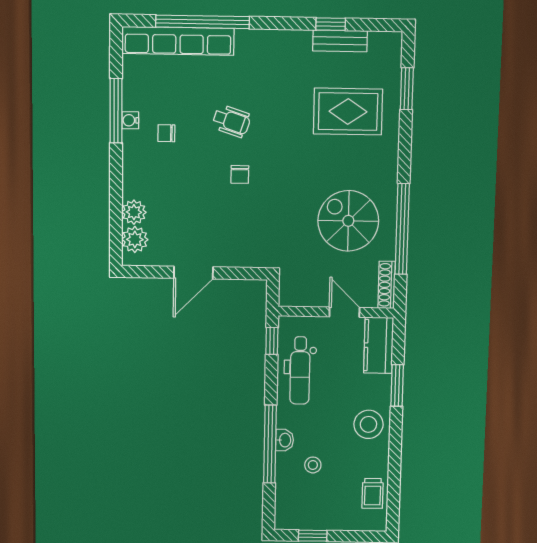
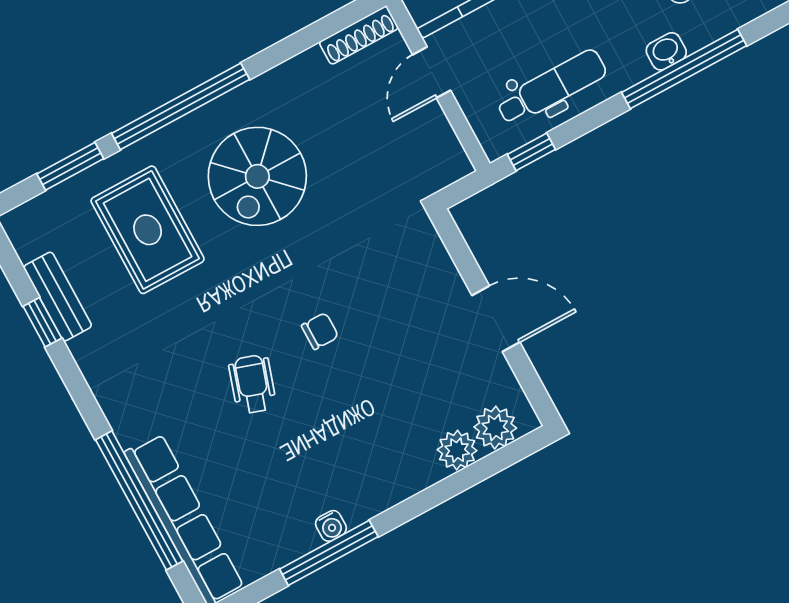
chair: (166, 133) -> (321, 466), removed
spiral stairs: (348, 221) -> (257, 176), moved
window: (402, 229) -> (181, 106), moved

